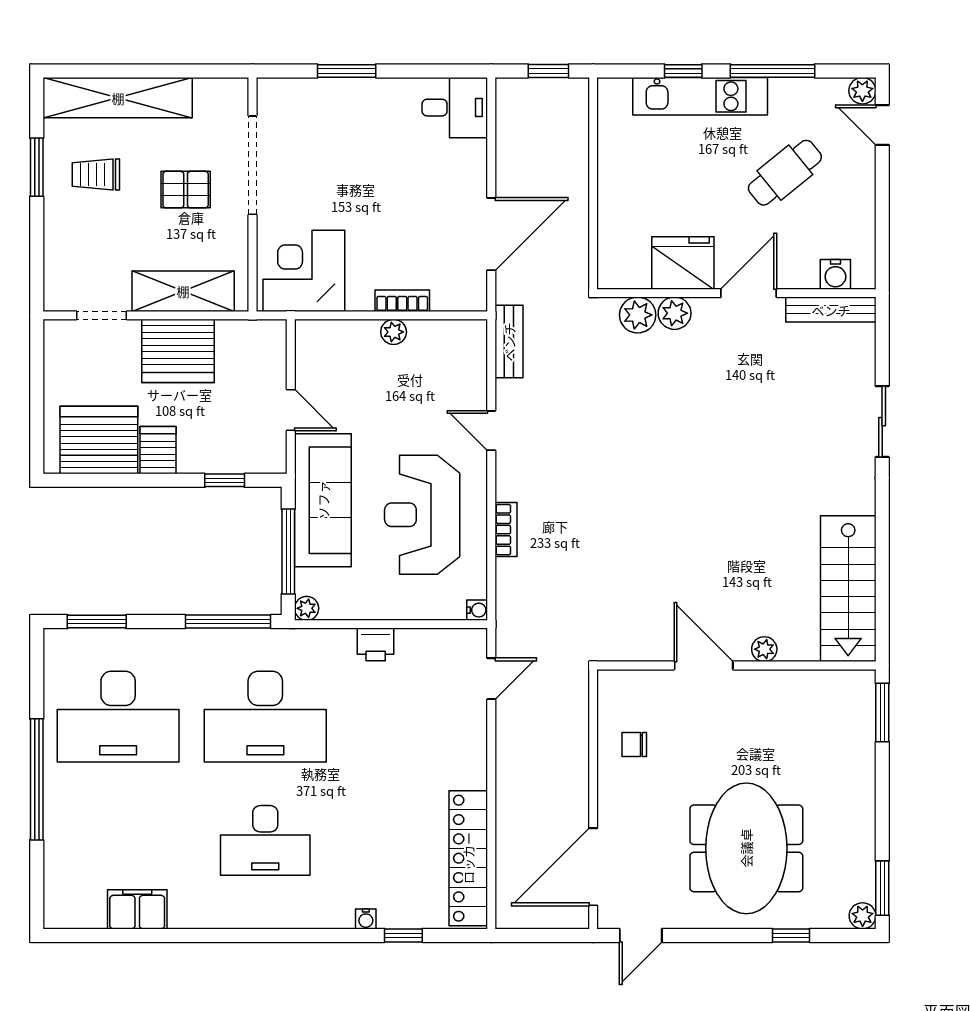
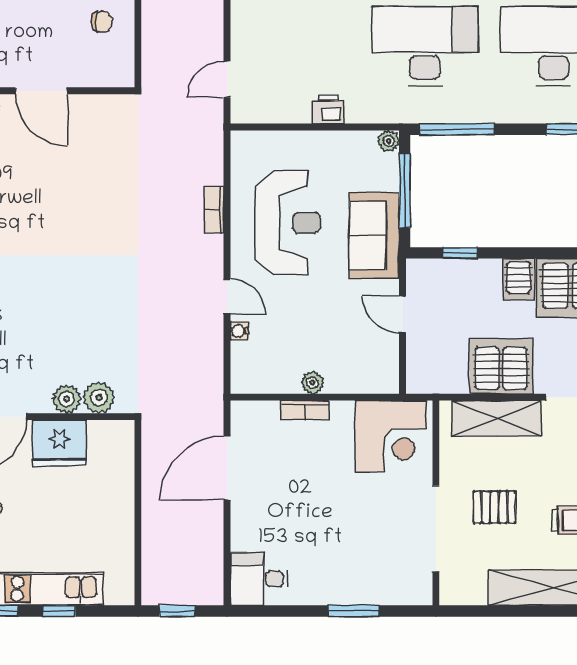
bench: (509, 342) -> (211, 374), removed
sofa: (323, 500) -> (374, 235), width x0.73
water cooler: (477, 610) -> (239, 331), moved

